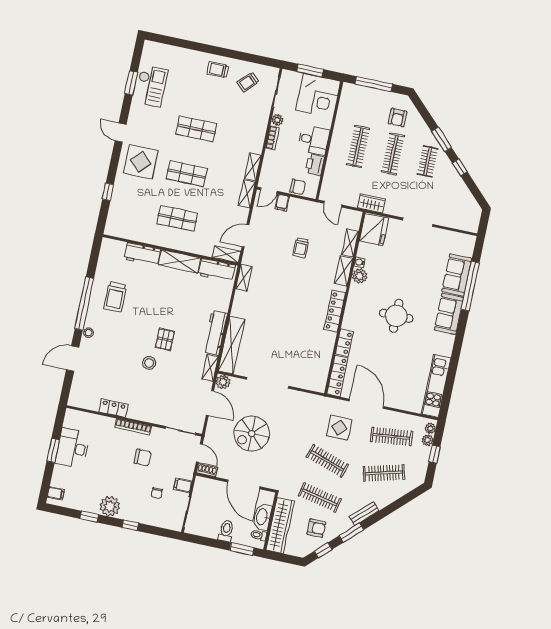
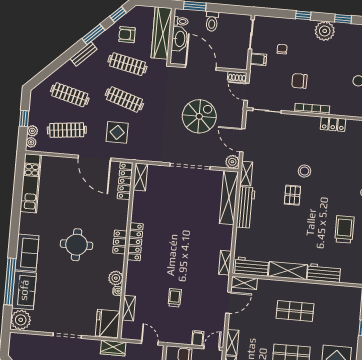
plant: (464, 245) -> (21, 320), added
shelving: (344, 271) -> (140, 177), moved
locker: (344, 343) -> (120, 242), moved
clothes rail: (384, 473) -> (70, 95), turned 30

